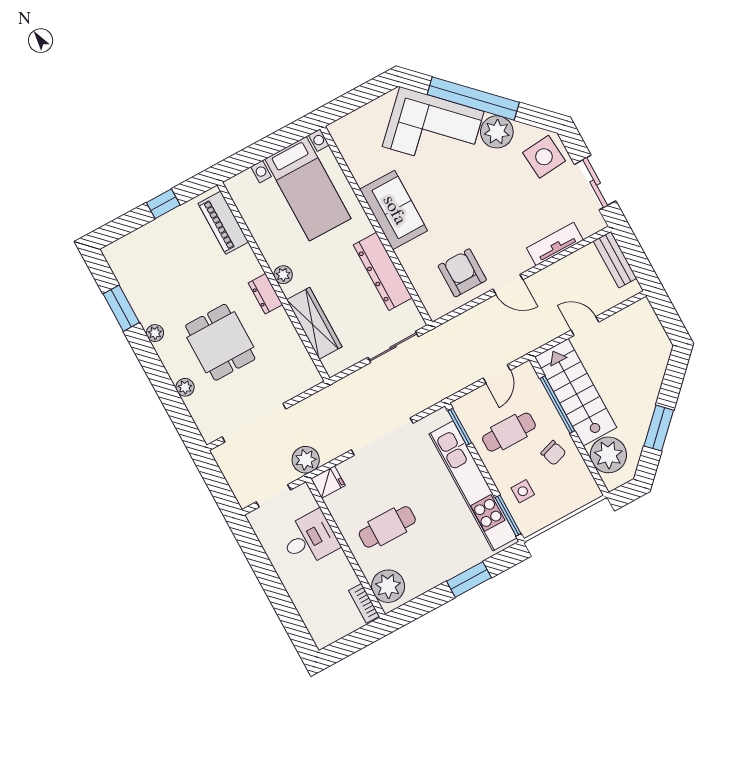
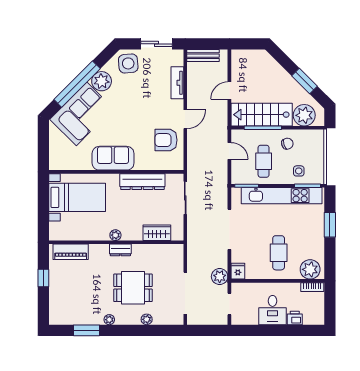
wardrobe: (314, 323) -> (157, 233), width x0.67
desk: (310, 539) -> (273, 310), moved, turned 180
printer: (305, 602) -> (295, 318), added

